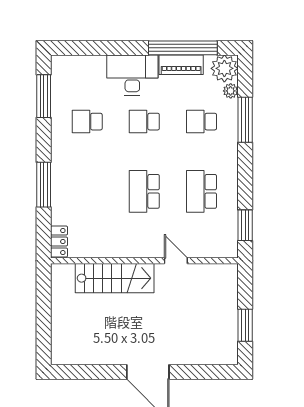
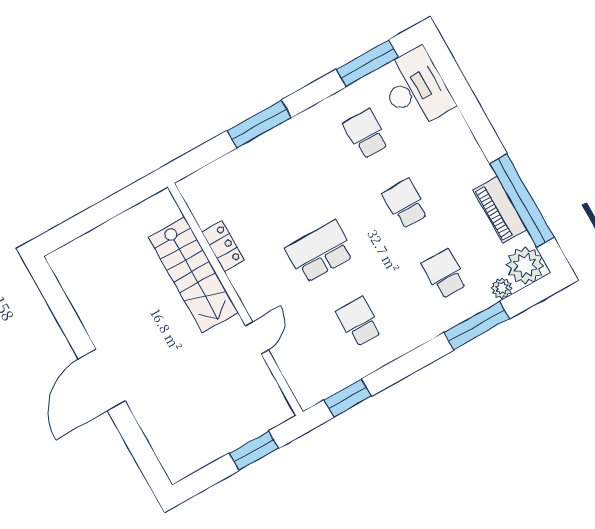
desk: (132, 75) -> (416, 89), moved
school desk: (202, 191) -> (359, 322), width x0.54
locker: (59, 242) -> (223, 246), moved, turned -90
window: (245, 325) -> (254, 451), moved

